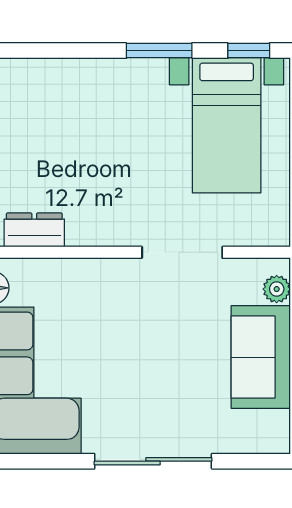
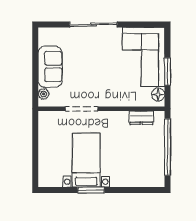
window: (249, 51) -> (55, 190), removed
bed with nightstands: (227, 125) -> (86, 160), moved

